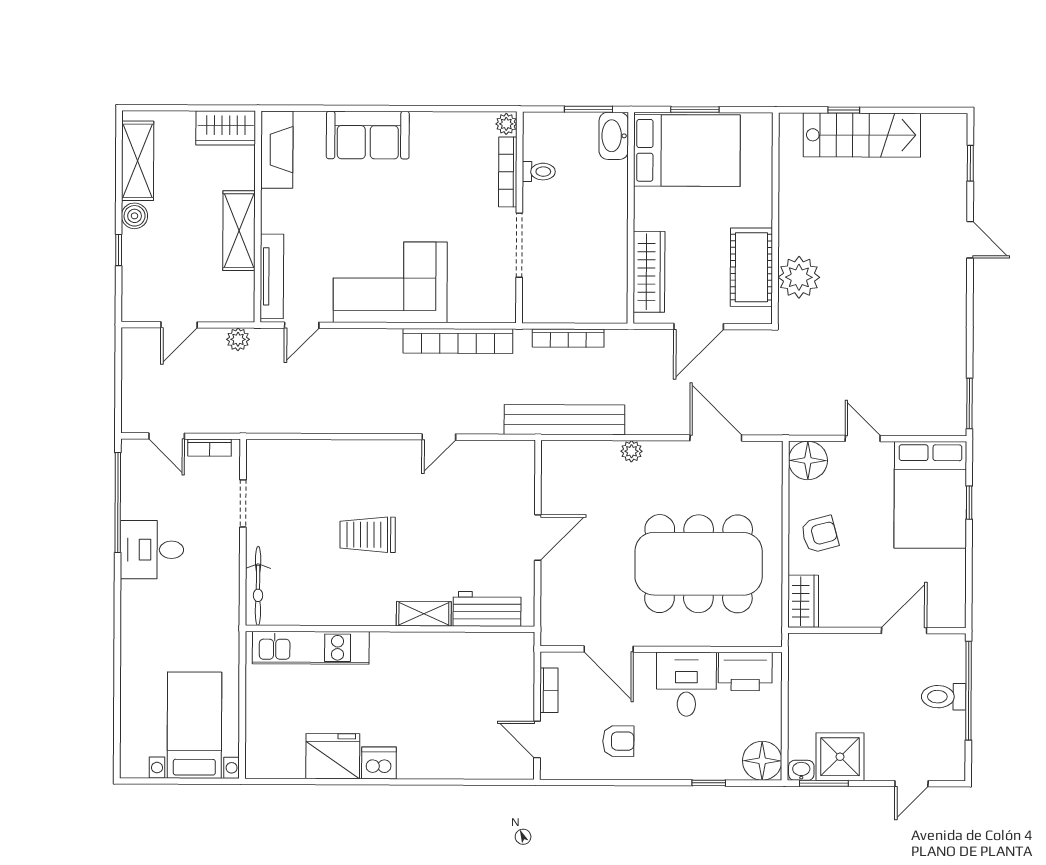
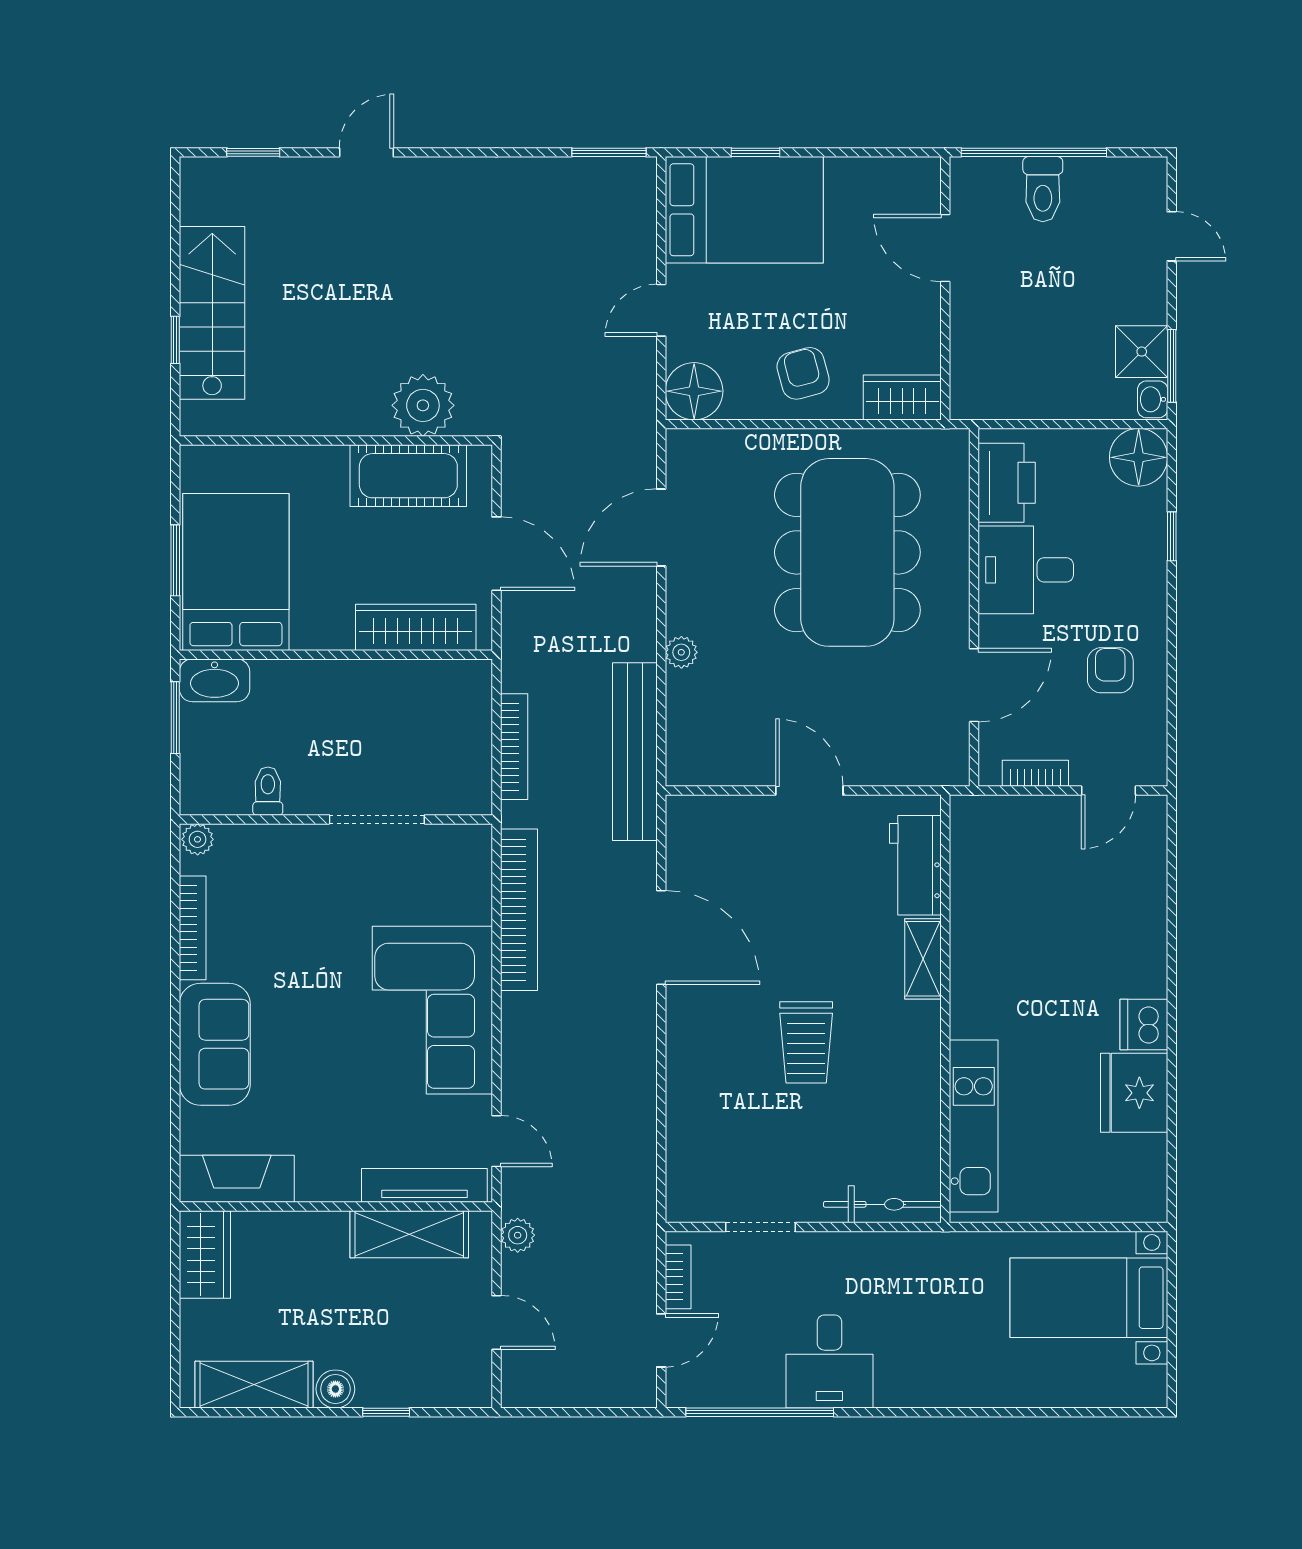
bookcase: (508, 172) -> (193, 928), moved, turned -90
shelving: (239, 231) -> (409, 1234), moved
door: (439, 437) -> (661, 938), width x1.88
shower: (840, 757) -> (1142, 352), width x0.73, depth x0.73

